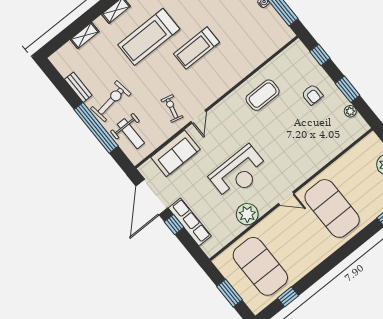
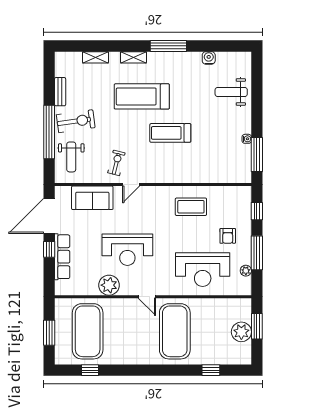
window: (348, 89) -> (257, 253), width x1.44
reception desk: (314, 139) -> (203, 270), added

